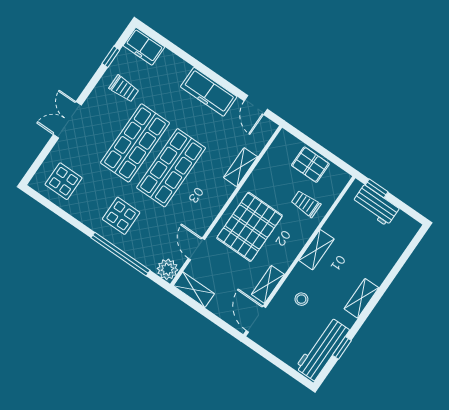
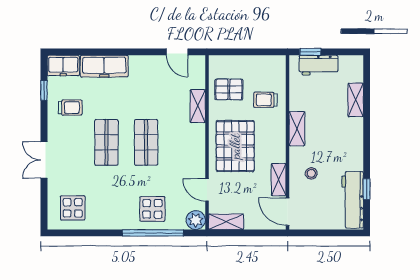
freezer: (209, 92) -> (104, 66), moved
shop shelf: (135, 143) -> (106, 142), width x0.70, depth x0.74
pallet: (310, 165) -> (229, 89), moved
shop shelf: (171, 168) -> (146, 142), width x0.70, depth x0.74
display table: (121, 216) -> (152, 209), moved
shelving: (361, 298) -> (356, 100), moved

